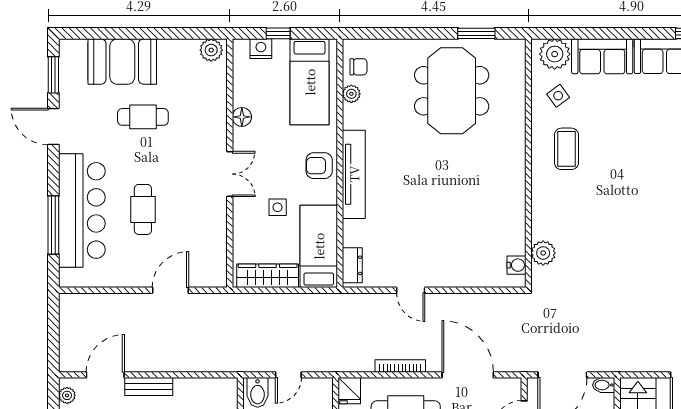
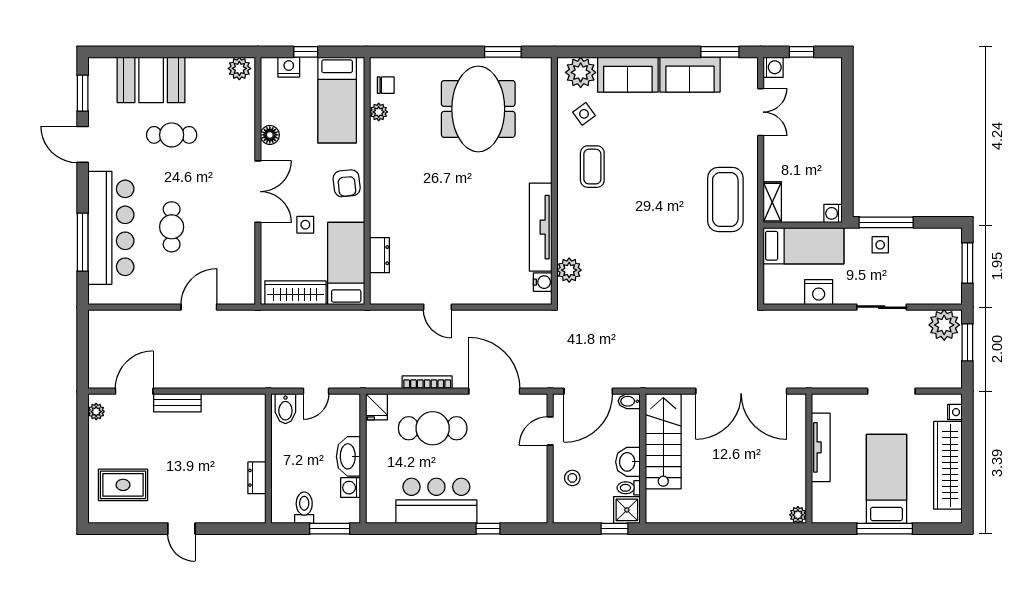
armchair: (319, 166) -> (347, 183), turned -96
double door: (230, 174) -> (258, 192), width x1.37
tv unit: (354, 174) -> (541, 227), moved, turned 180
dresser: (352, 265) -> (380, 255), moved

